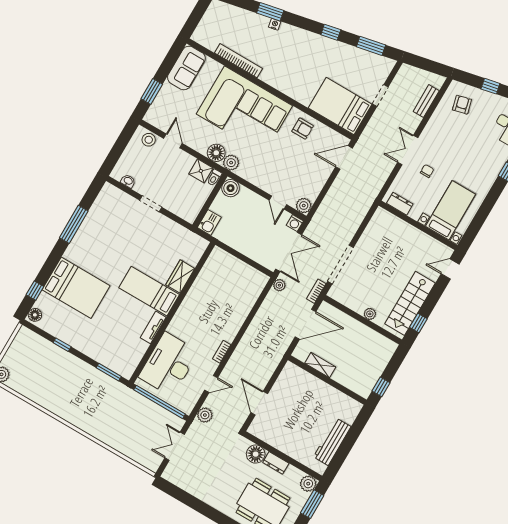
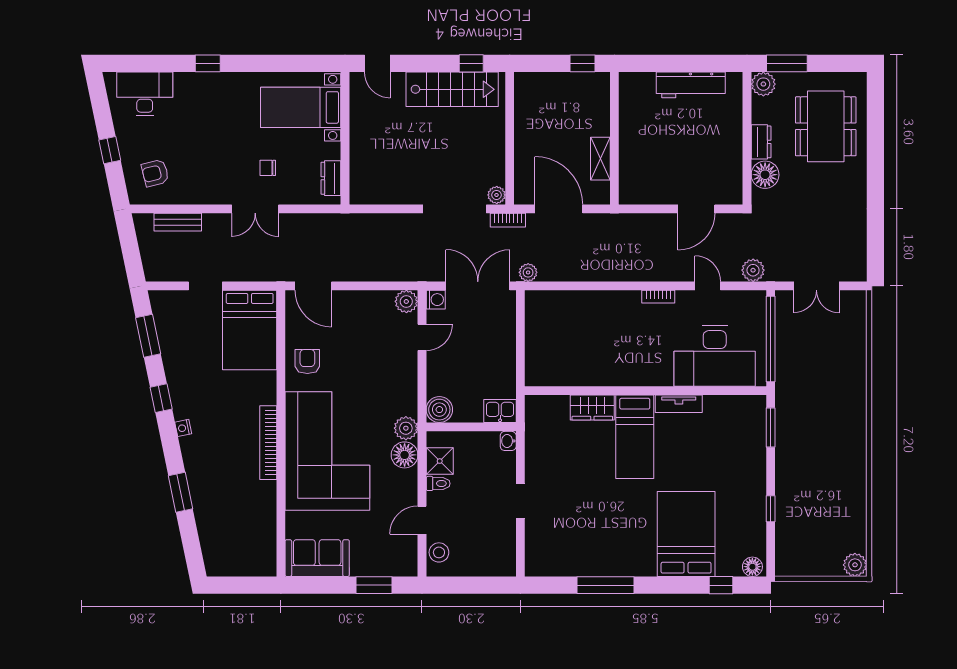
nightstand: (275, 24) -> (183, 428), moved
bookcase: (238, 61) -> (268, 443), moved
toilet: (214, 178) -> (438, 483), moved
washbasin: (128, 181) -> (508, 441), moved
plant: (370, 314) -> (497, 195), moved

